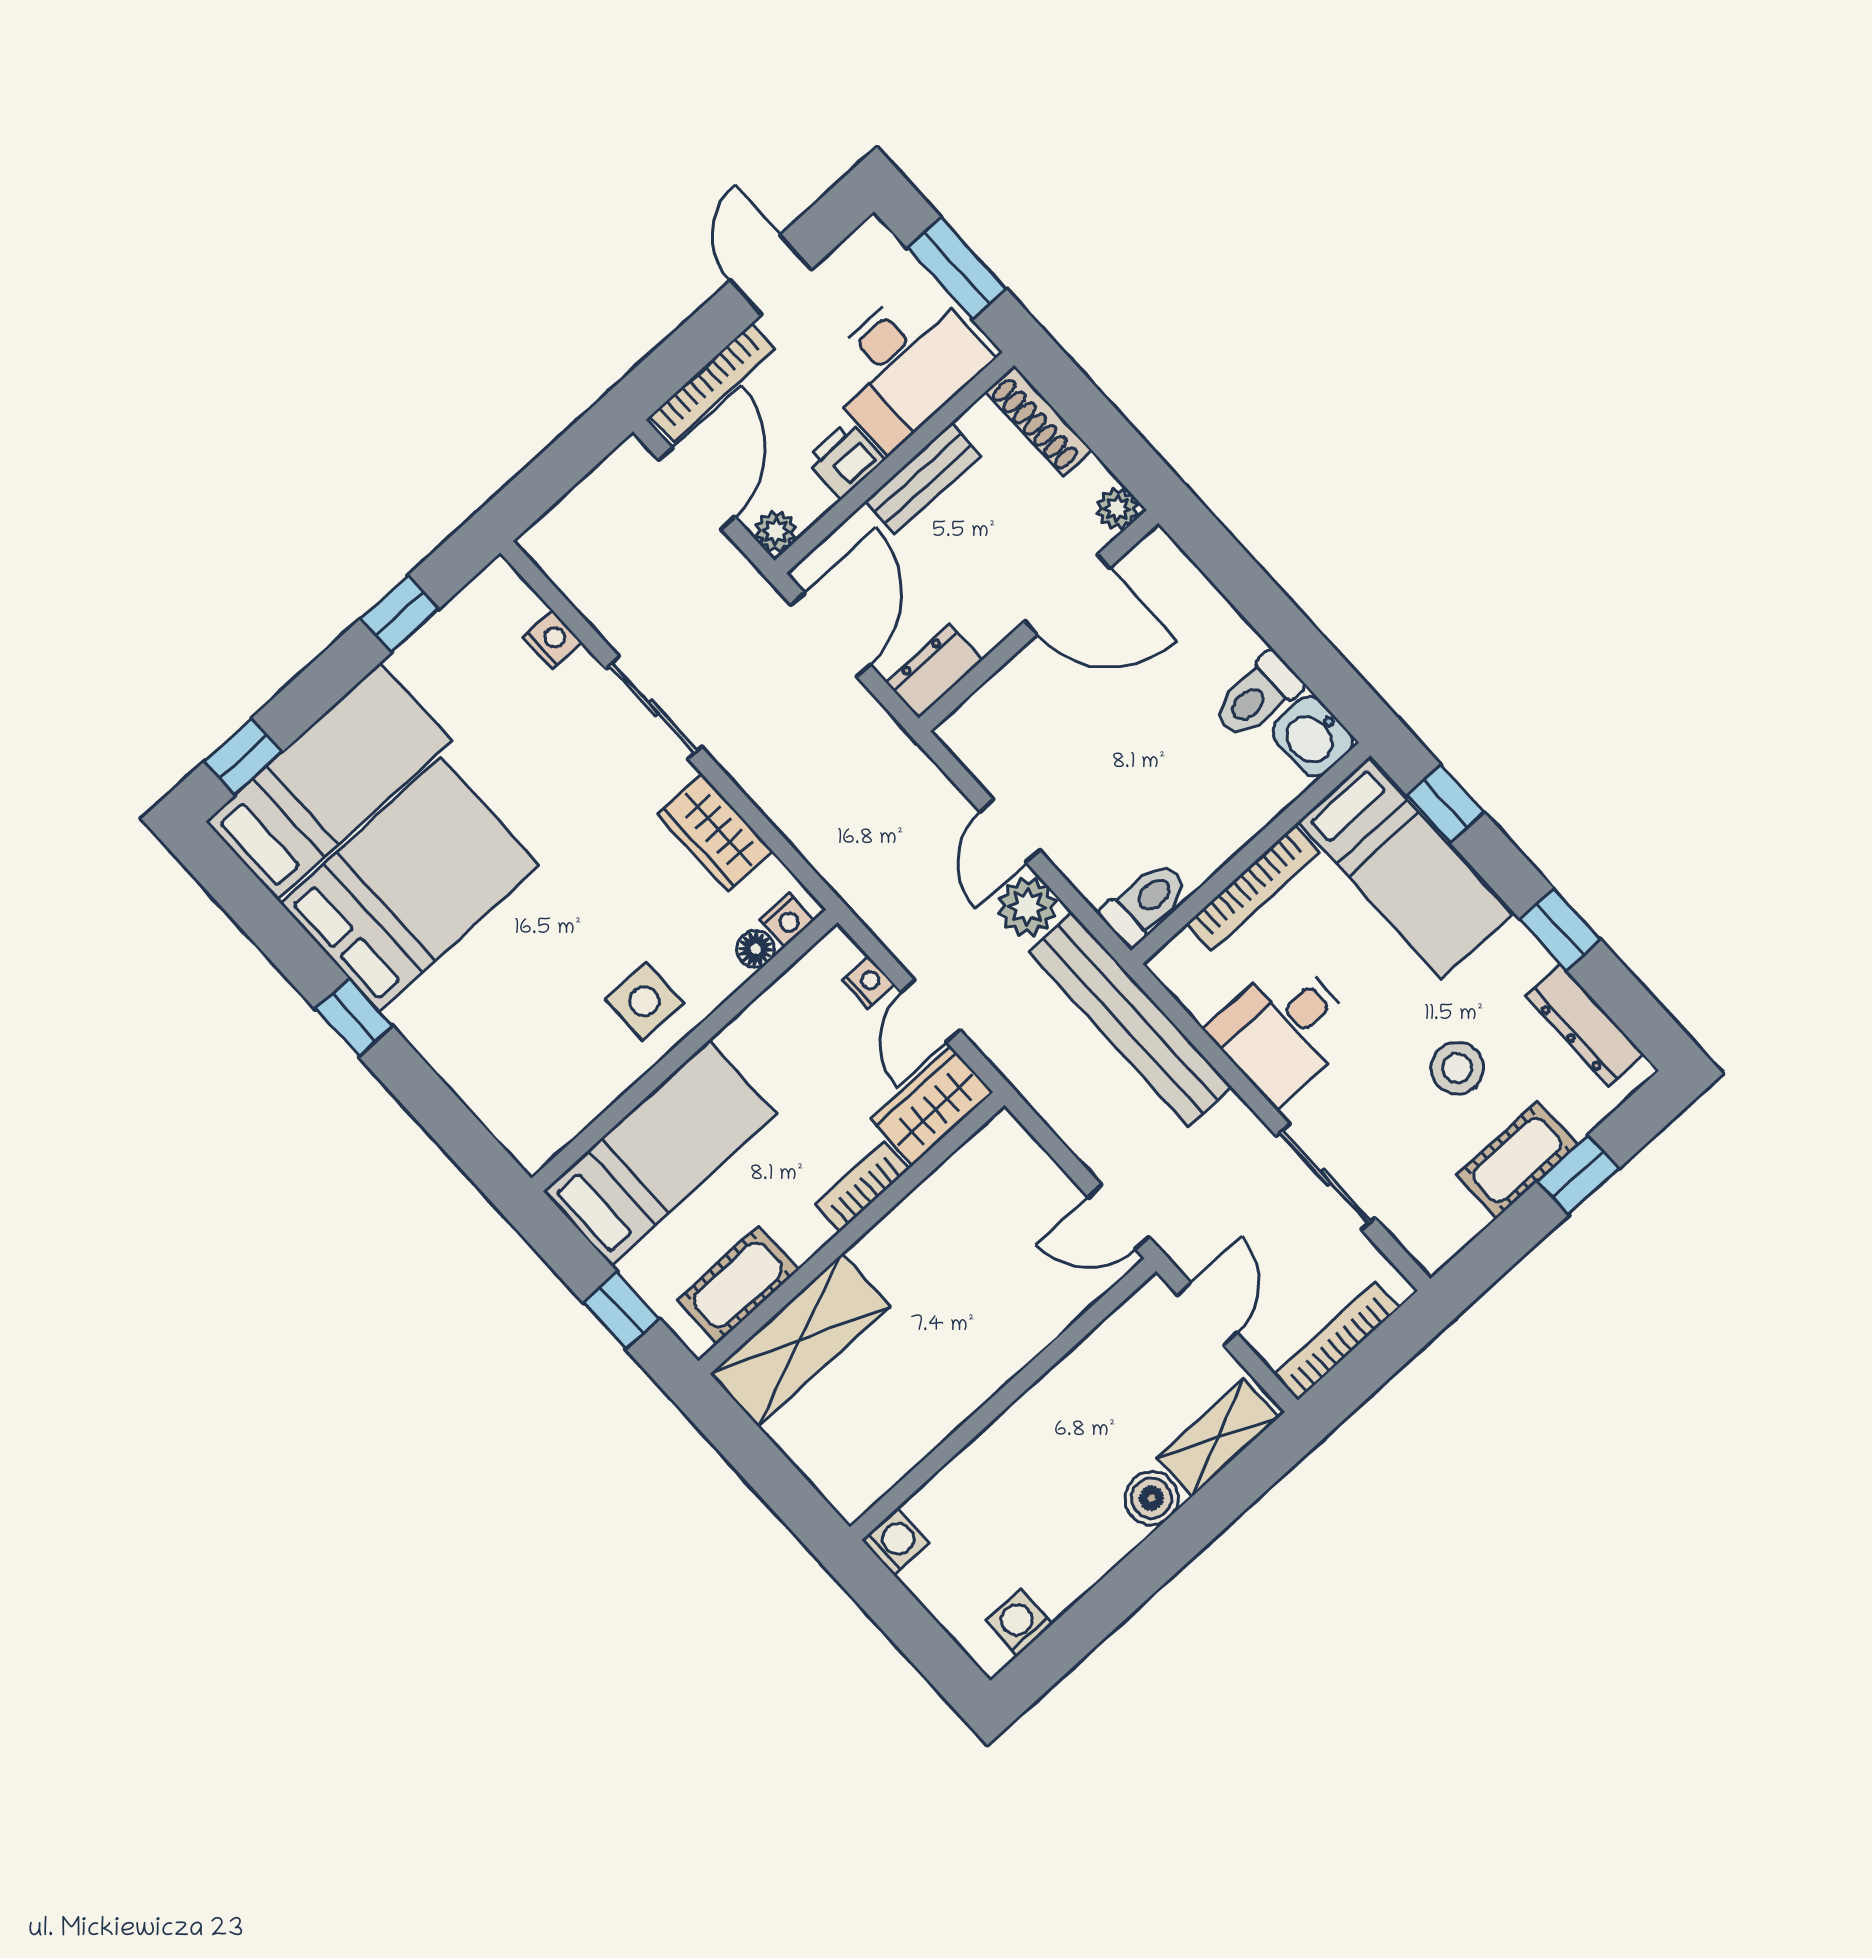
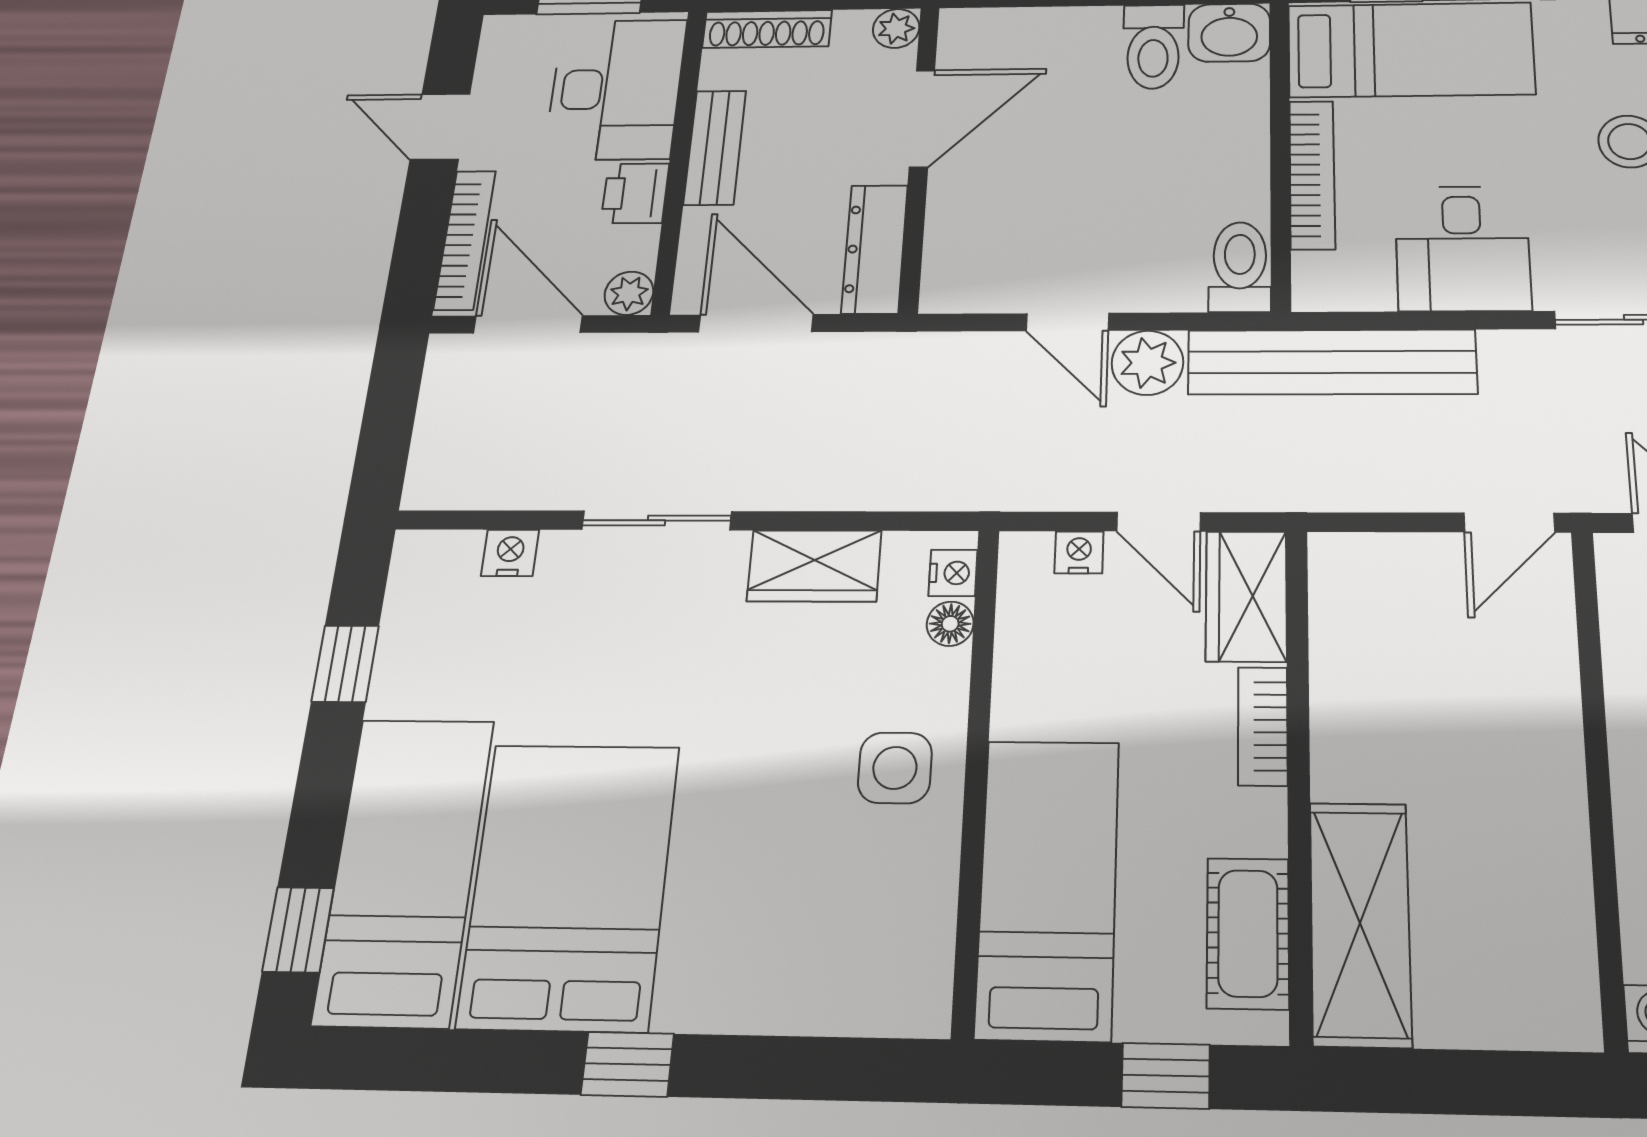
dresser: (934, 671) -> (875, 249), width x1.44

